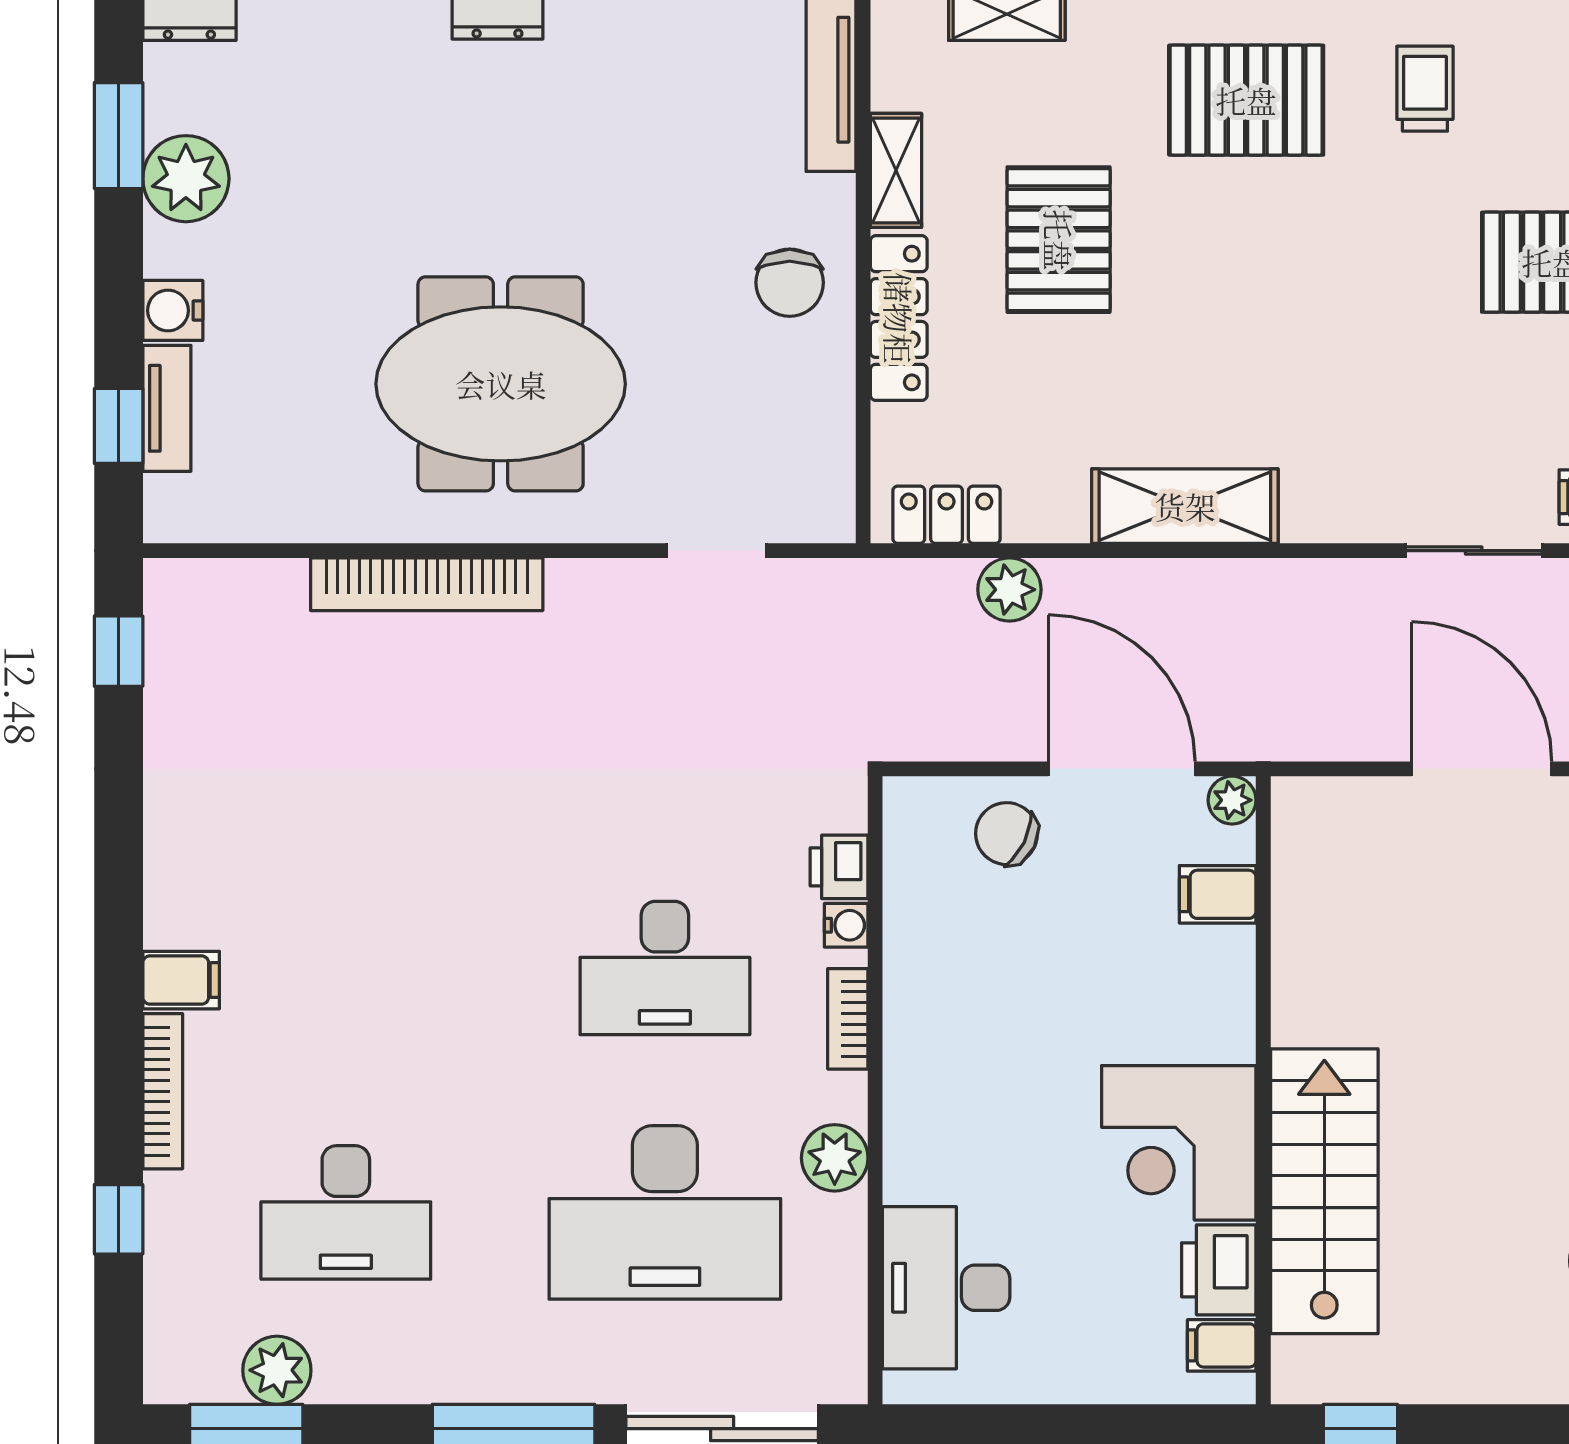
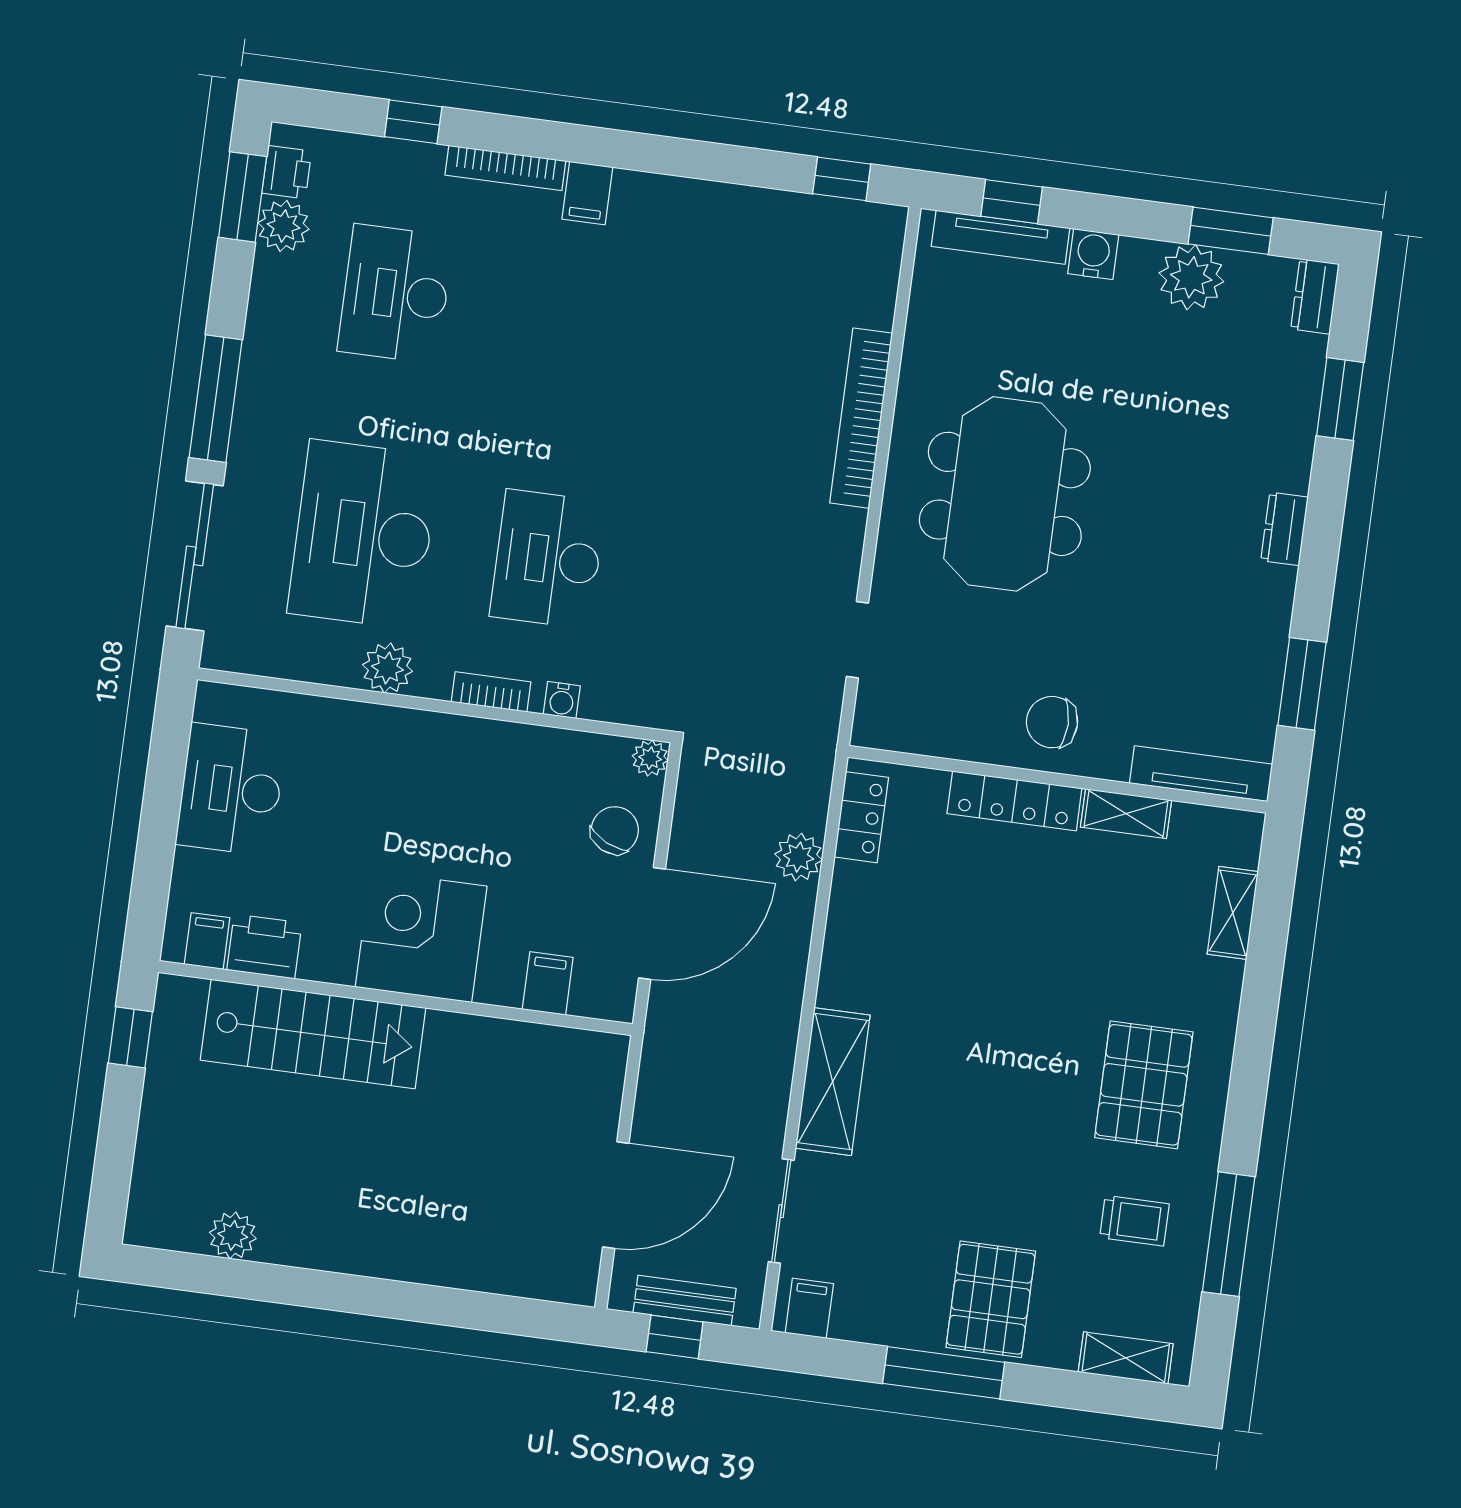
pallet: (1059, 240) -> (1058, 929), removed
tv unit: (167, 408) -> (1001, 237), width x1.41
shelving: (1185, 506) -> (833, 1082), moved
plant: (1232, 800) -> (650, 758), moved
printer: (839, 867) -> (287, 172), moved, turned 90
corner desk: (1179, 1143) -> (421, 937), moved
desk: (946, 1288) -> (231, 790), moved, turned -90

